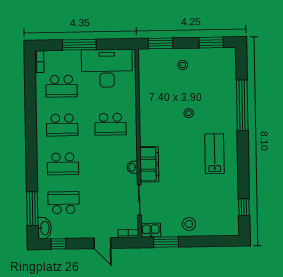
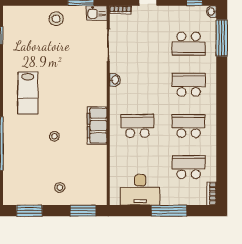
desk: (107, 68) -> (140, 190), width x0.73, depth x0.77
filing cabinet: (149, 164) -> (97, 126), moved
washbasin: (44, 228) -> (211, 12), width x0.52, depth x0.69

